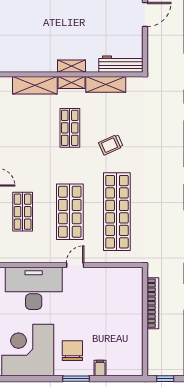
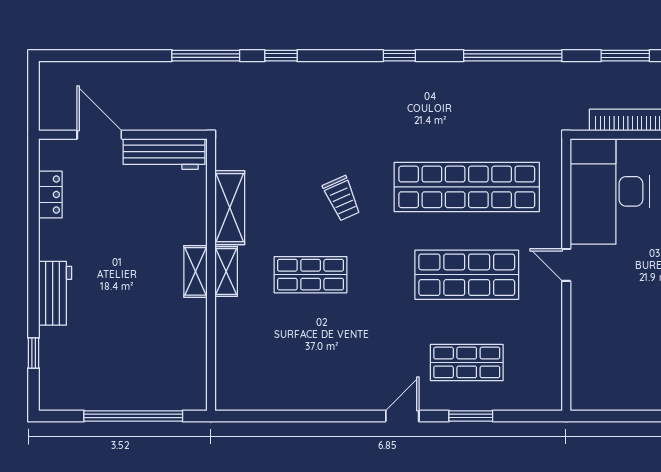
workbench: (121, 64) -> (164, 154), moved, turned -90
shelving: (35, 85) -> (231, 340), removed
desk: (34, 288) -> (610, 191), moved

